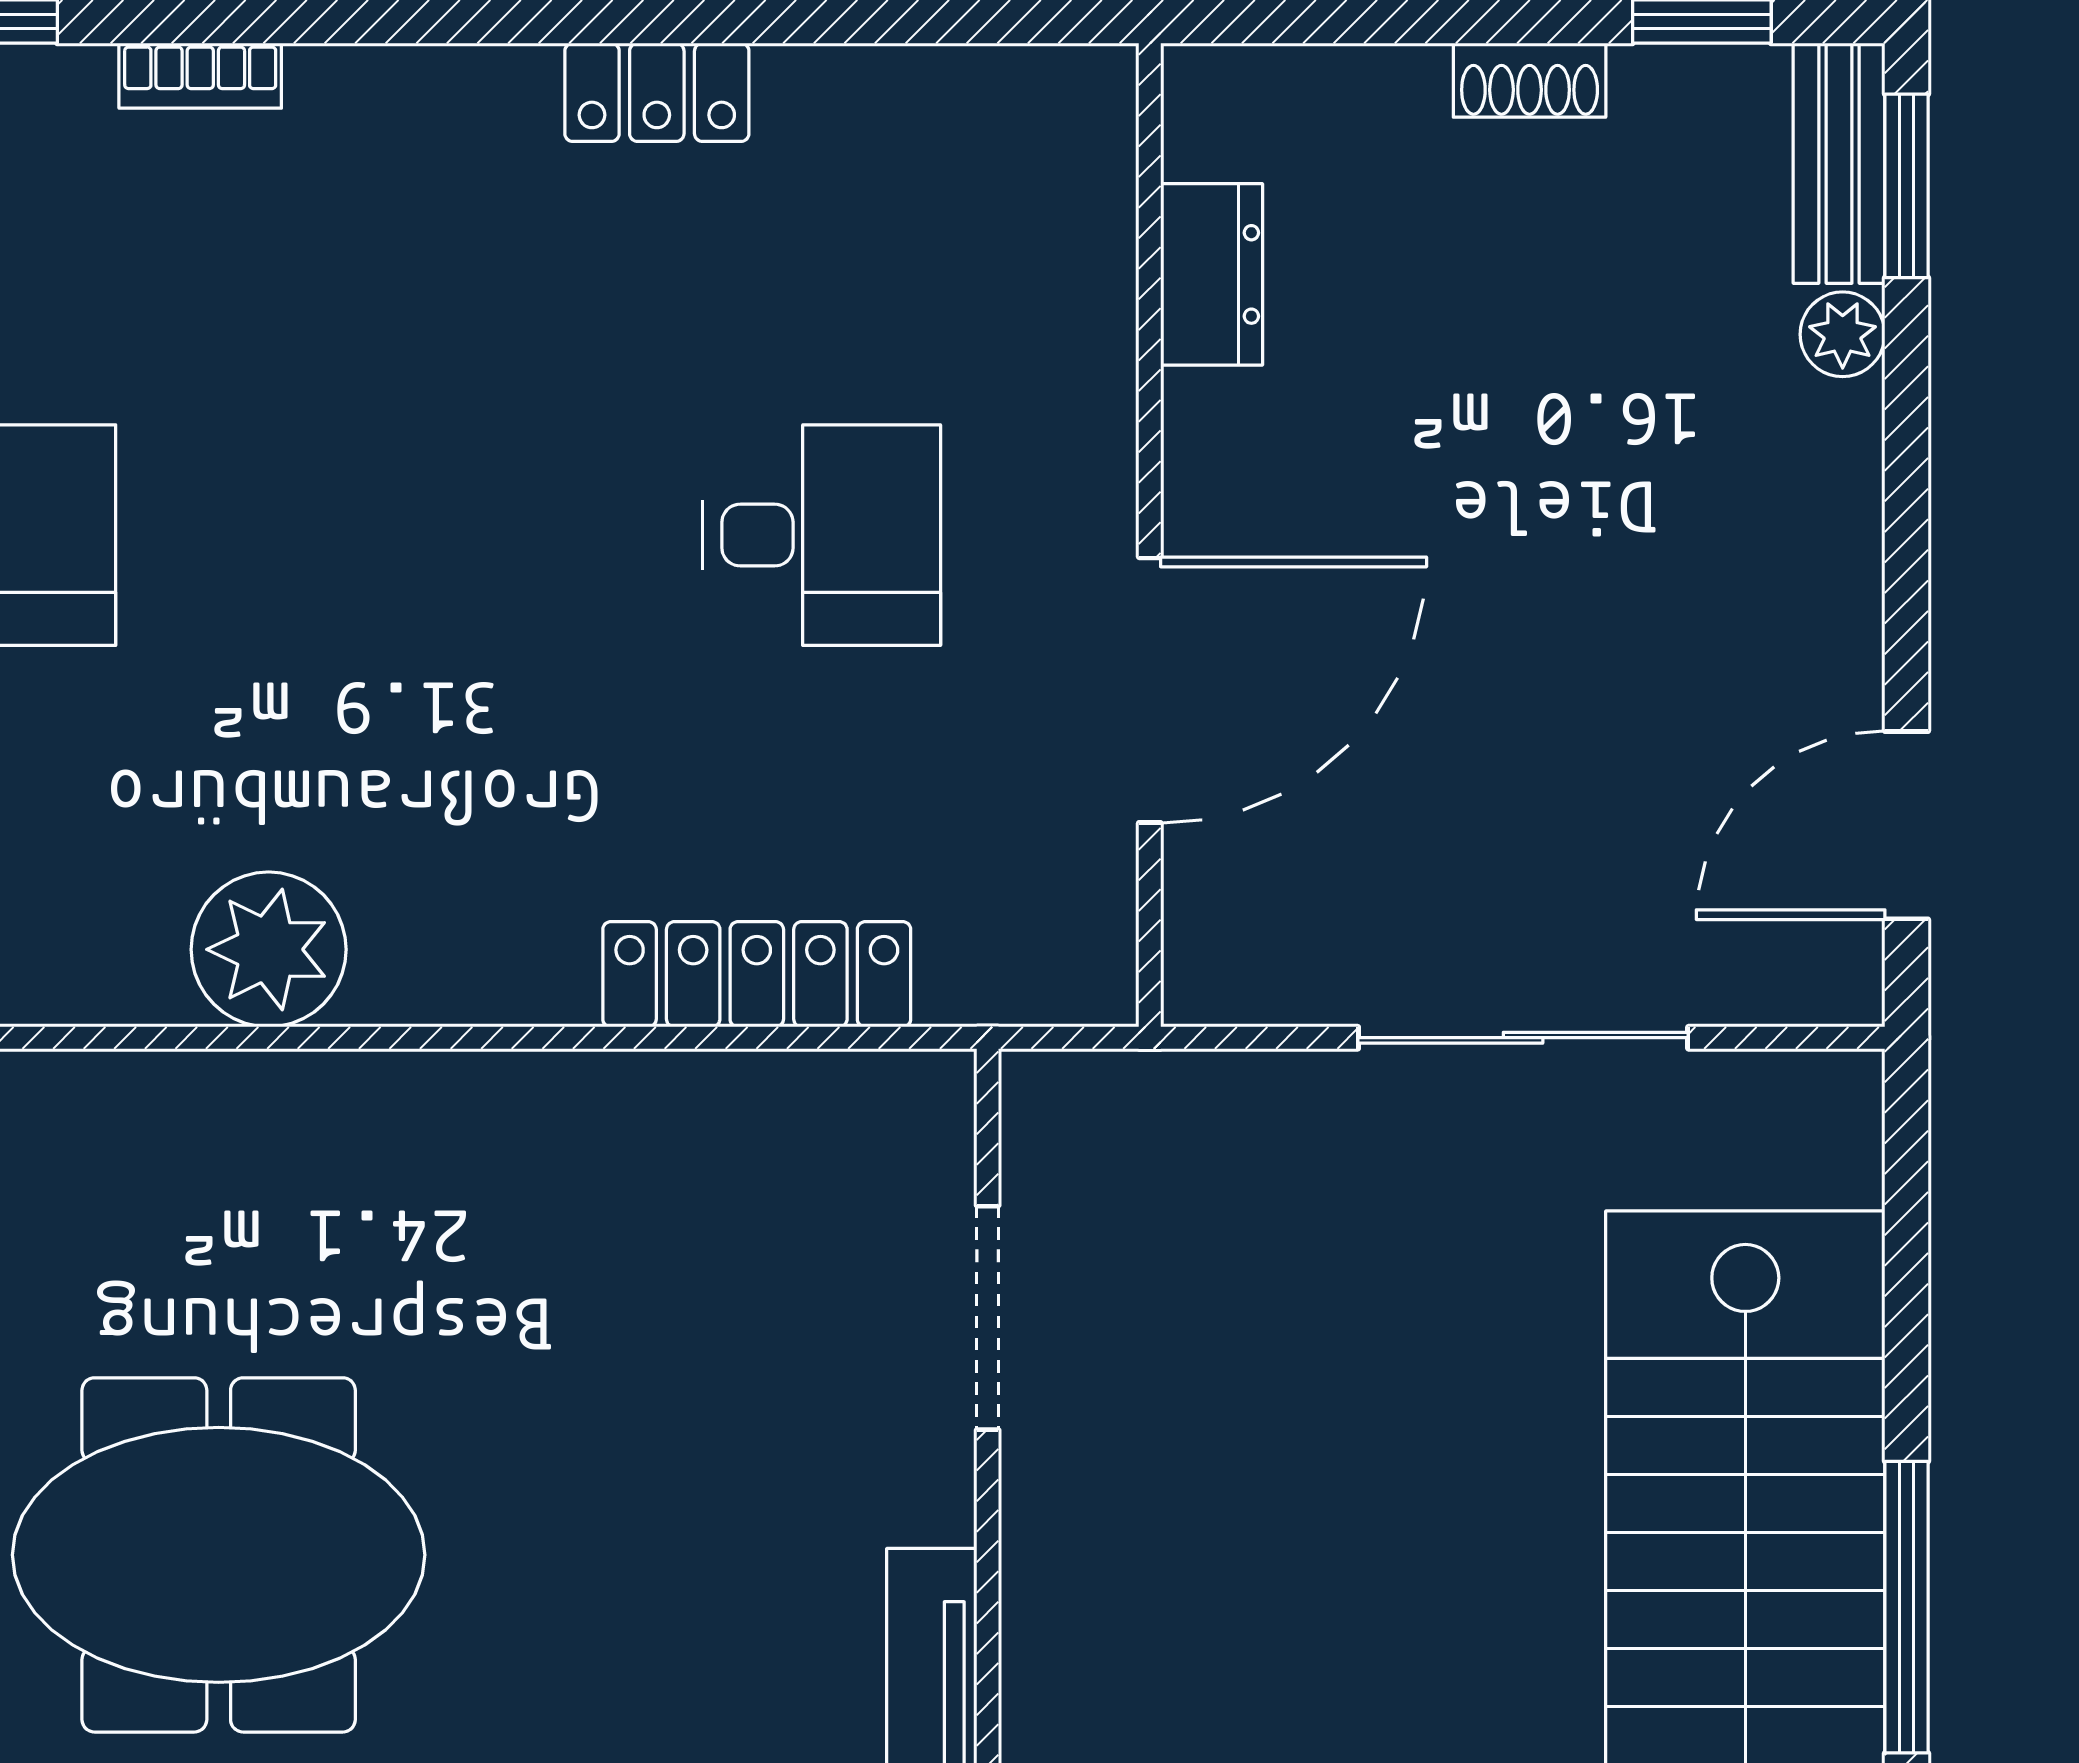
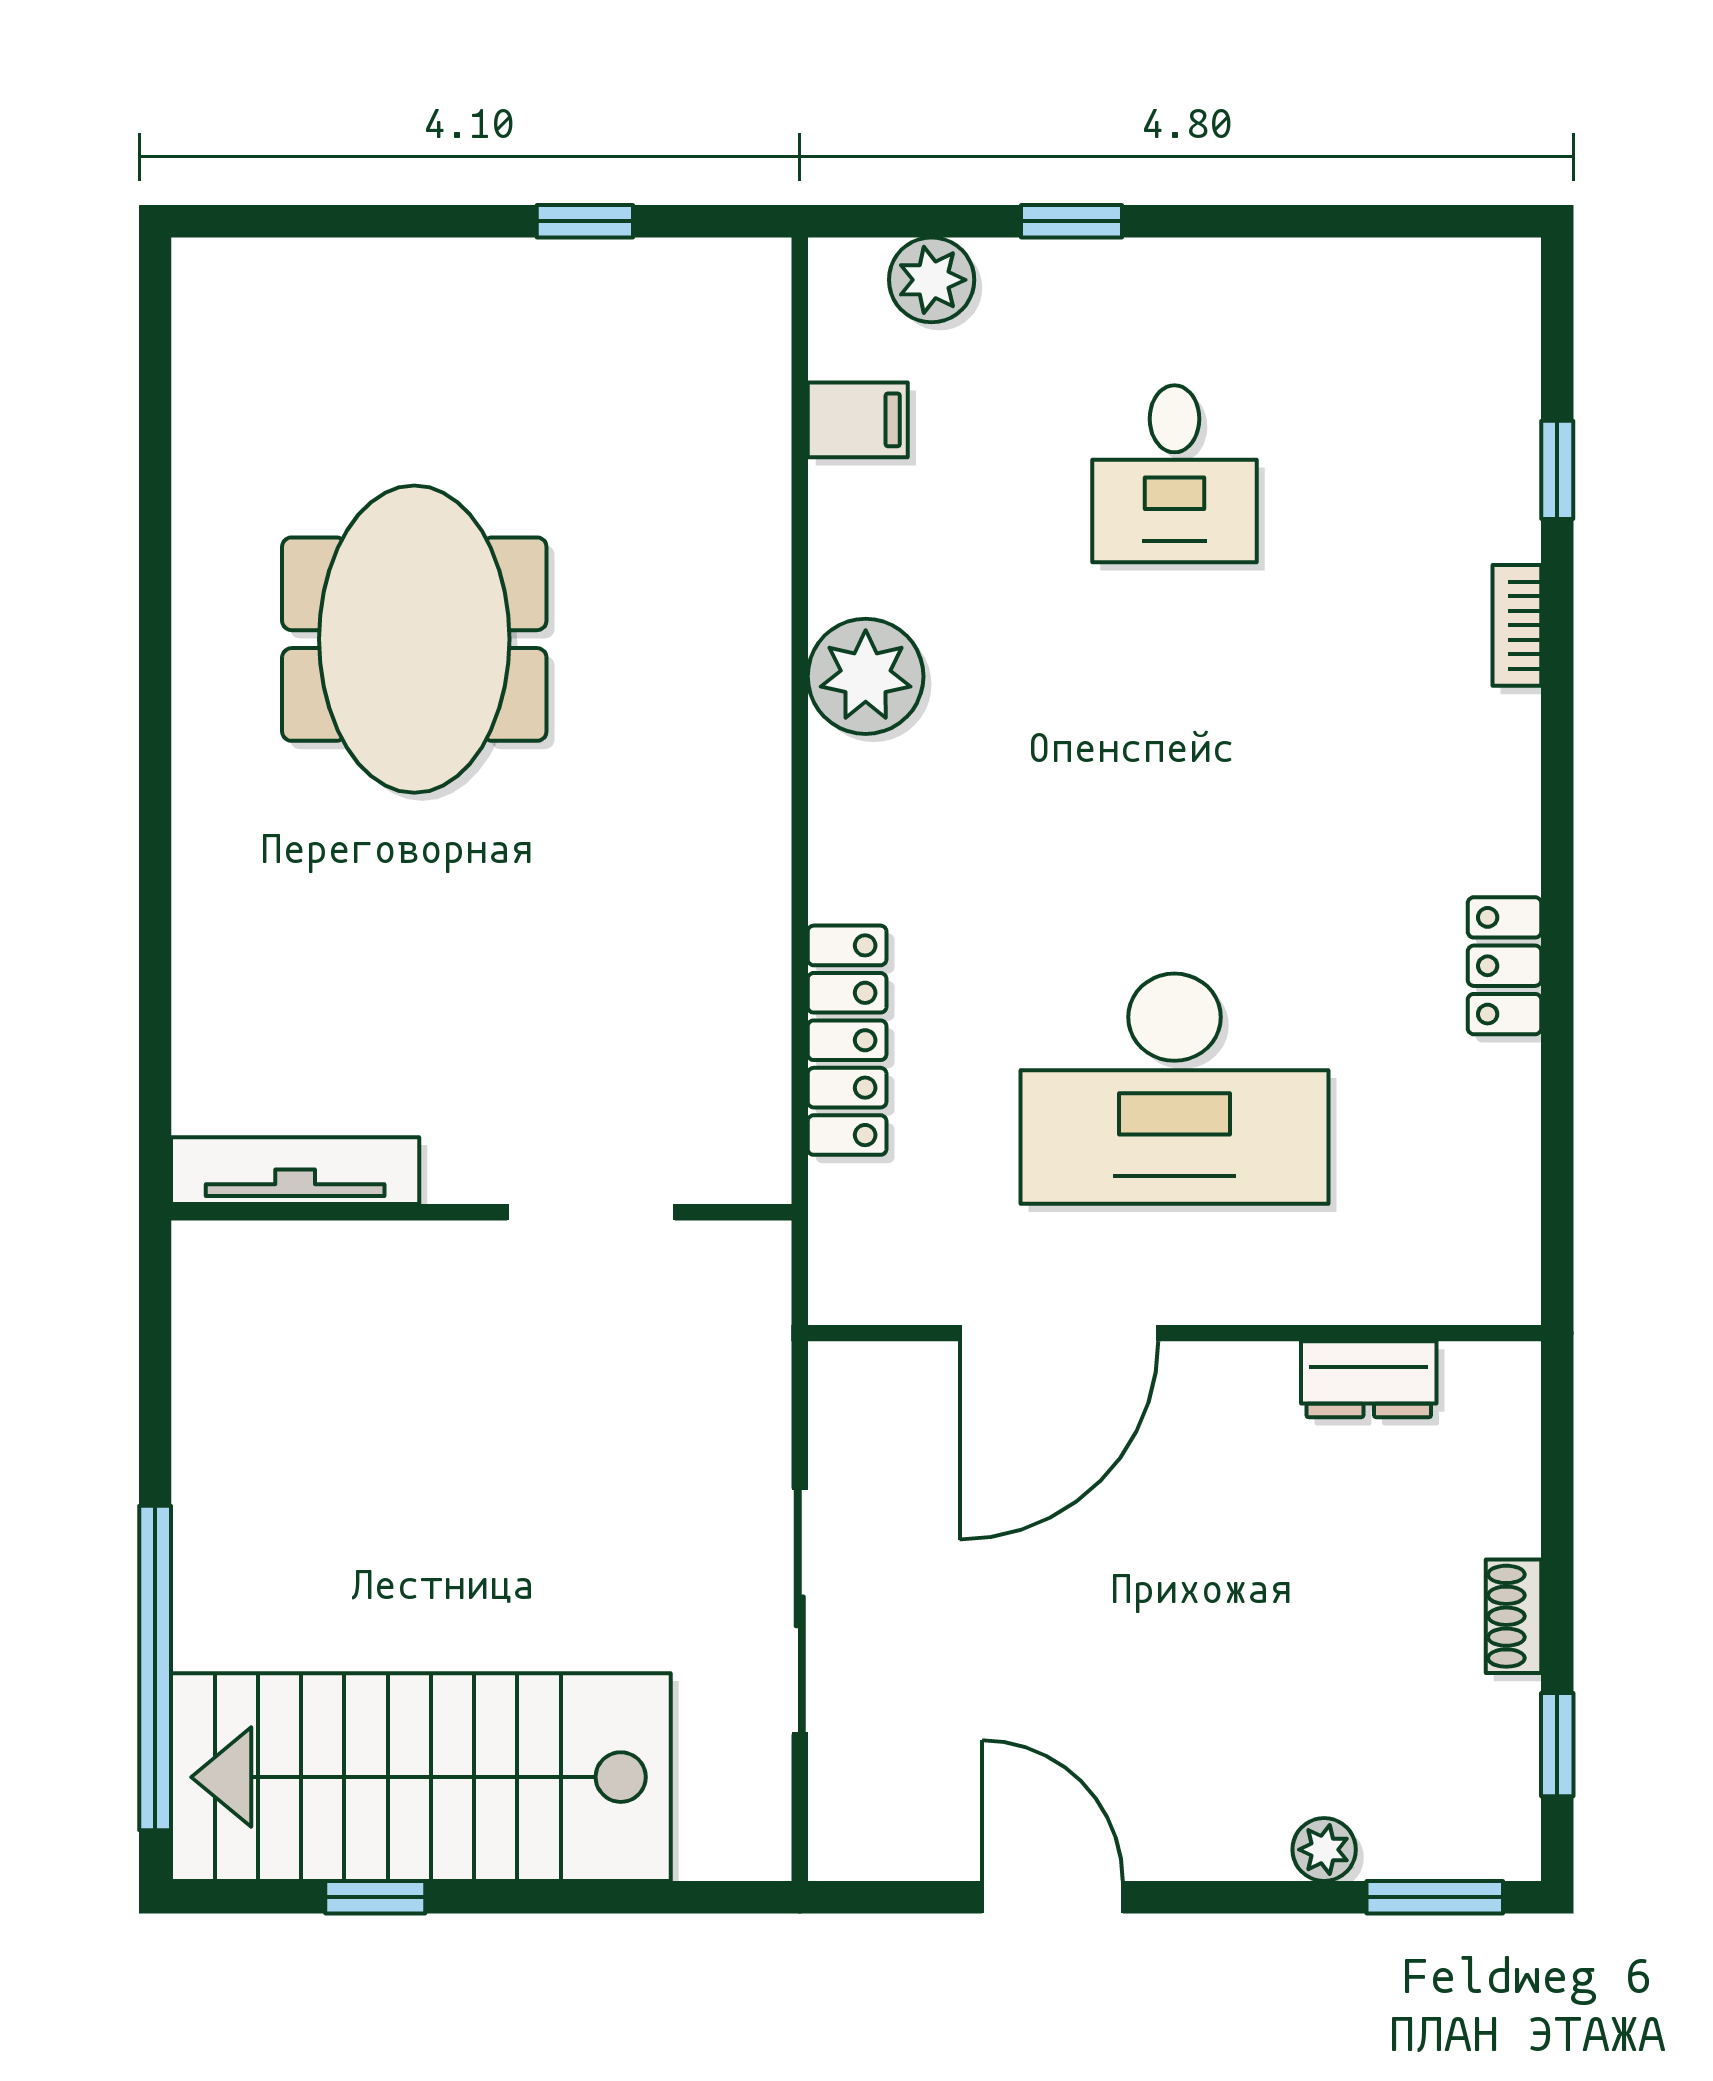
bench: (1839, 163) -> (1452, 1847), removed
desk: (822, 535) -> (1174, 1089), width x1.87, depth x1.30
door: (1150, 690) -> (1059, 1333), hinge flipped
door: (1907, 825) -> (1052, 1897), moved
window: (1907, 1607) -> (375, 1897), width x0.46

